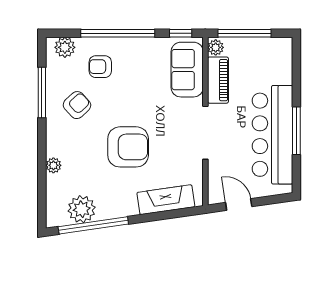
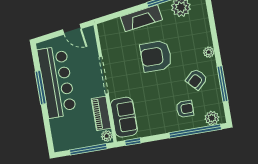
window: (118, 33) -> (195, 131), moved
plant: (53, 165) -> (209, 52), moved
fireplace: (166, 200) -> (141, 18), moved

